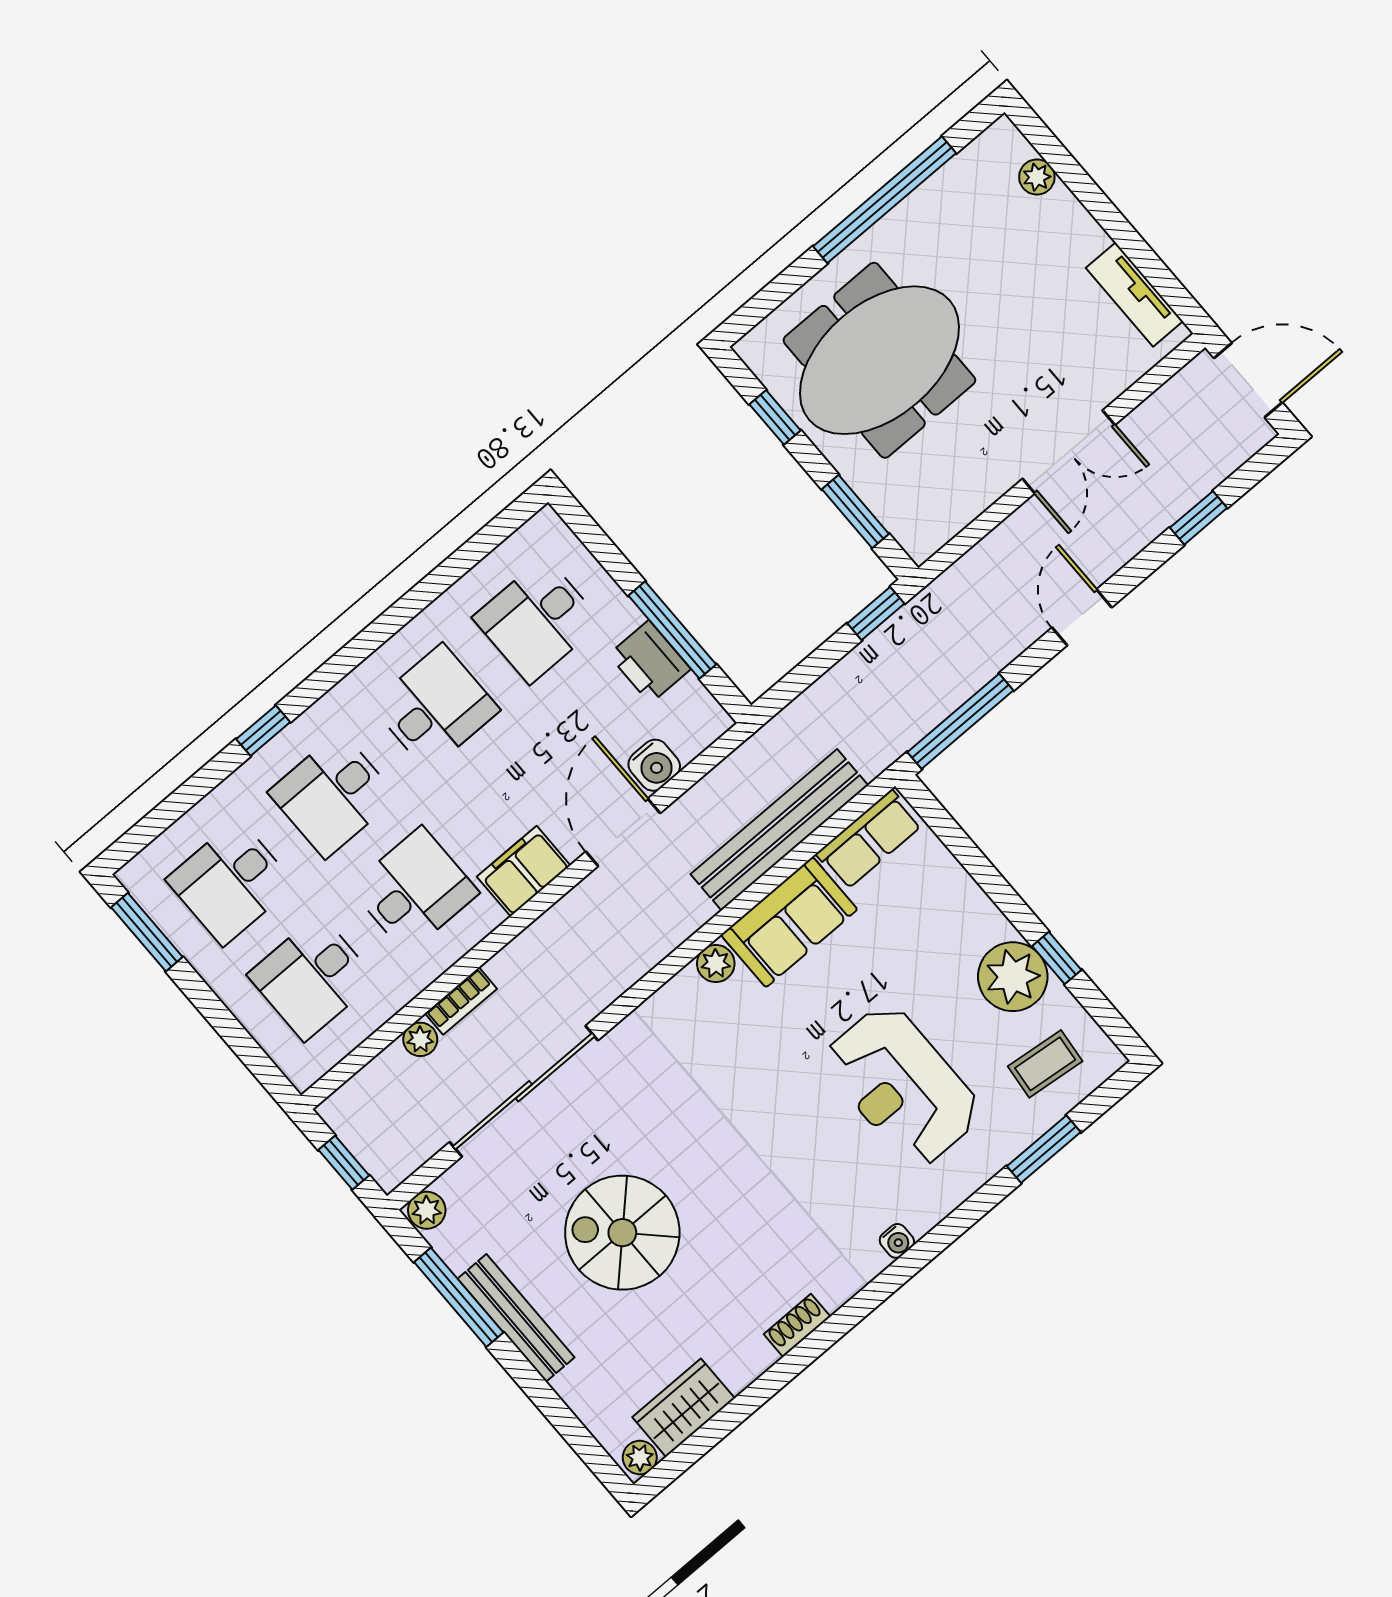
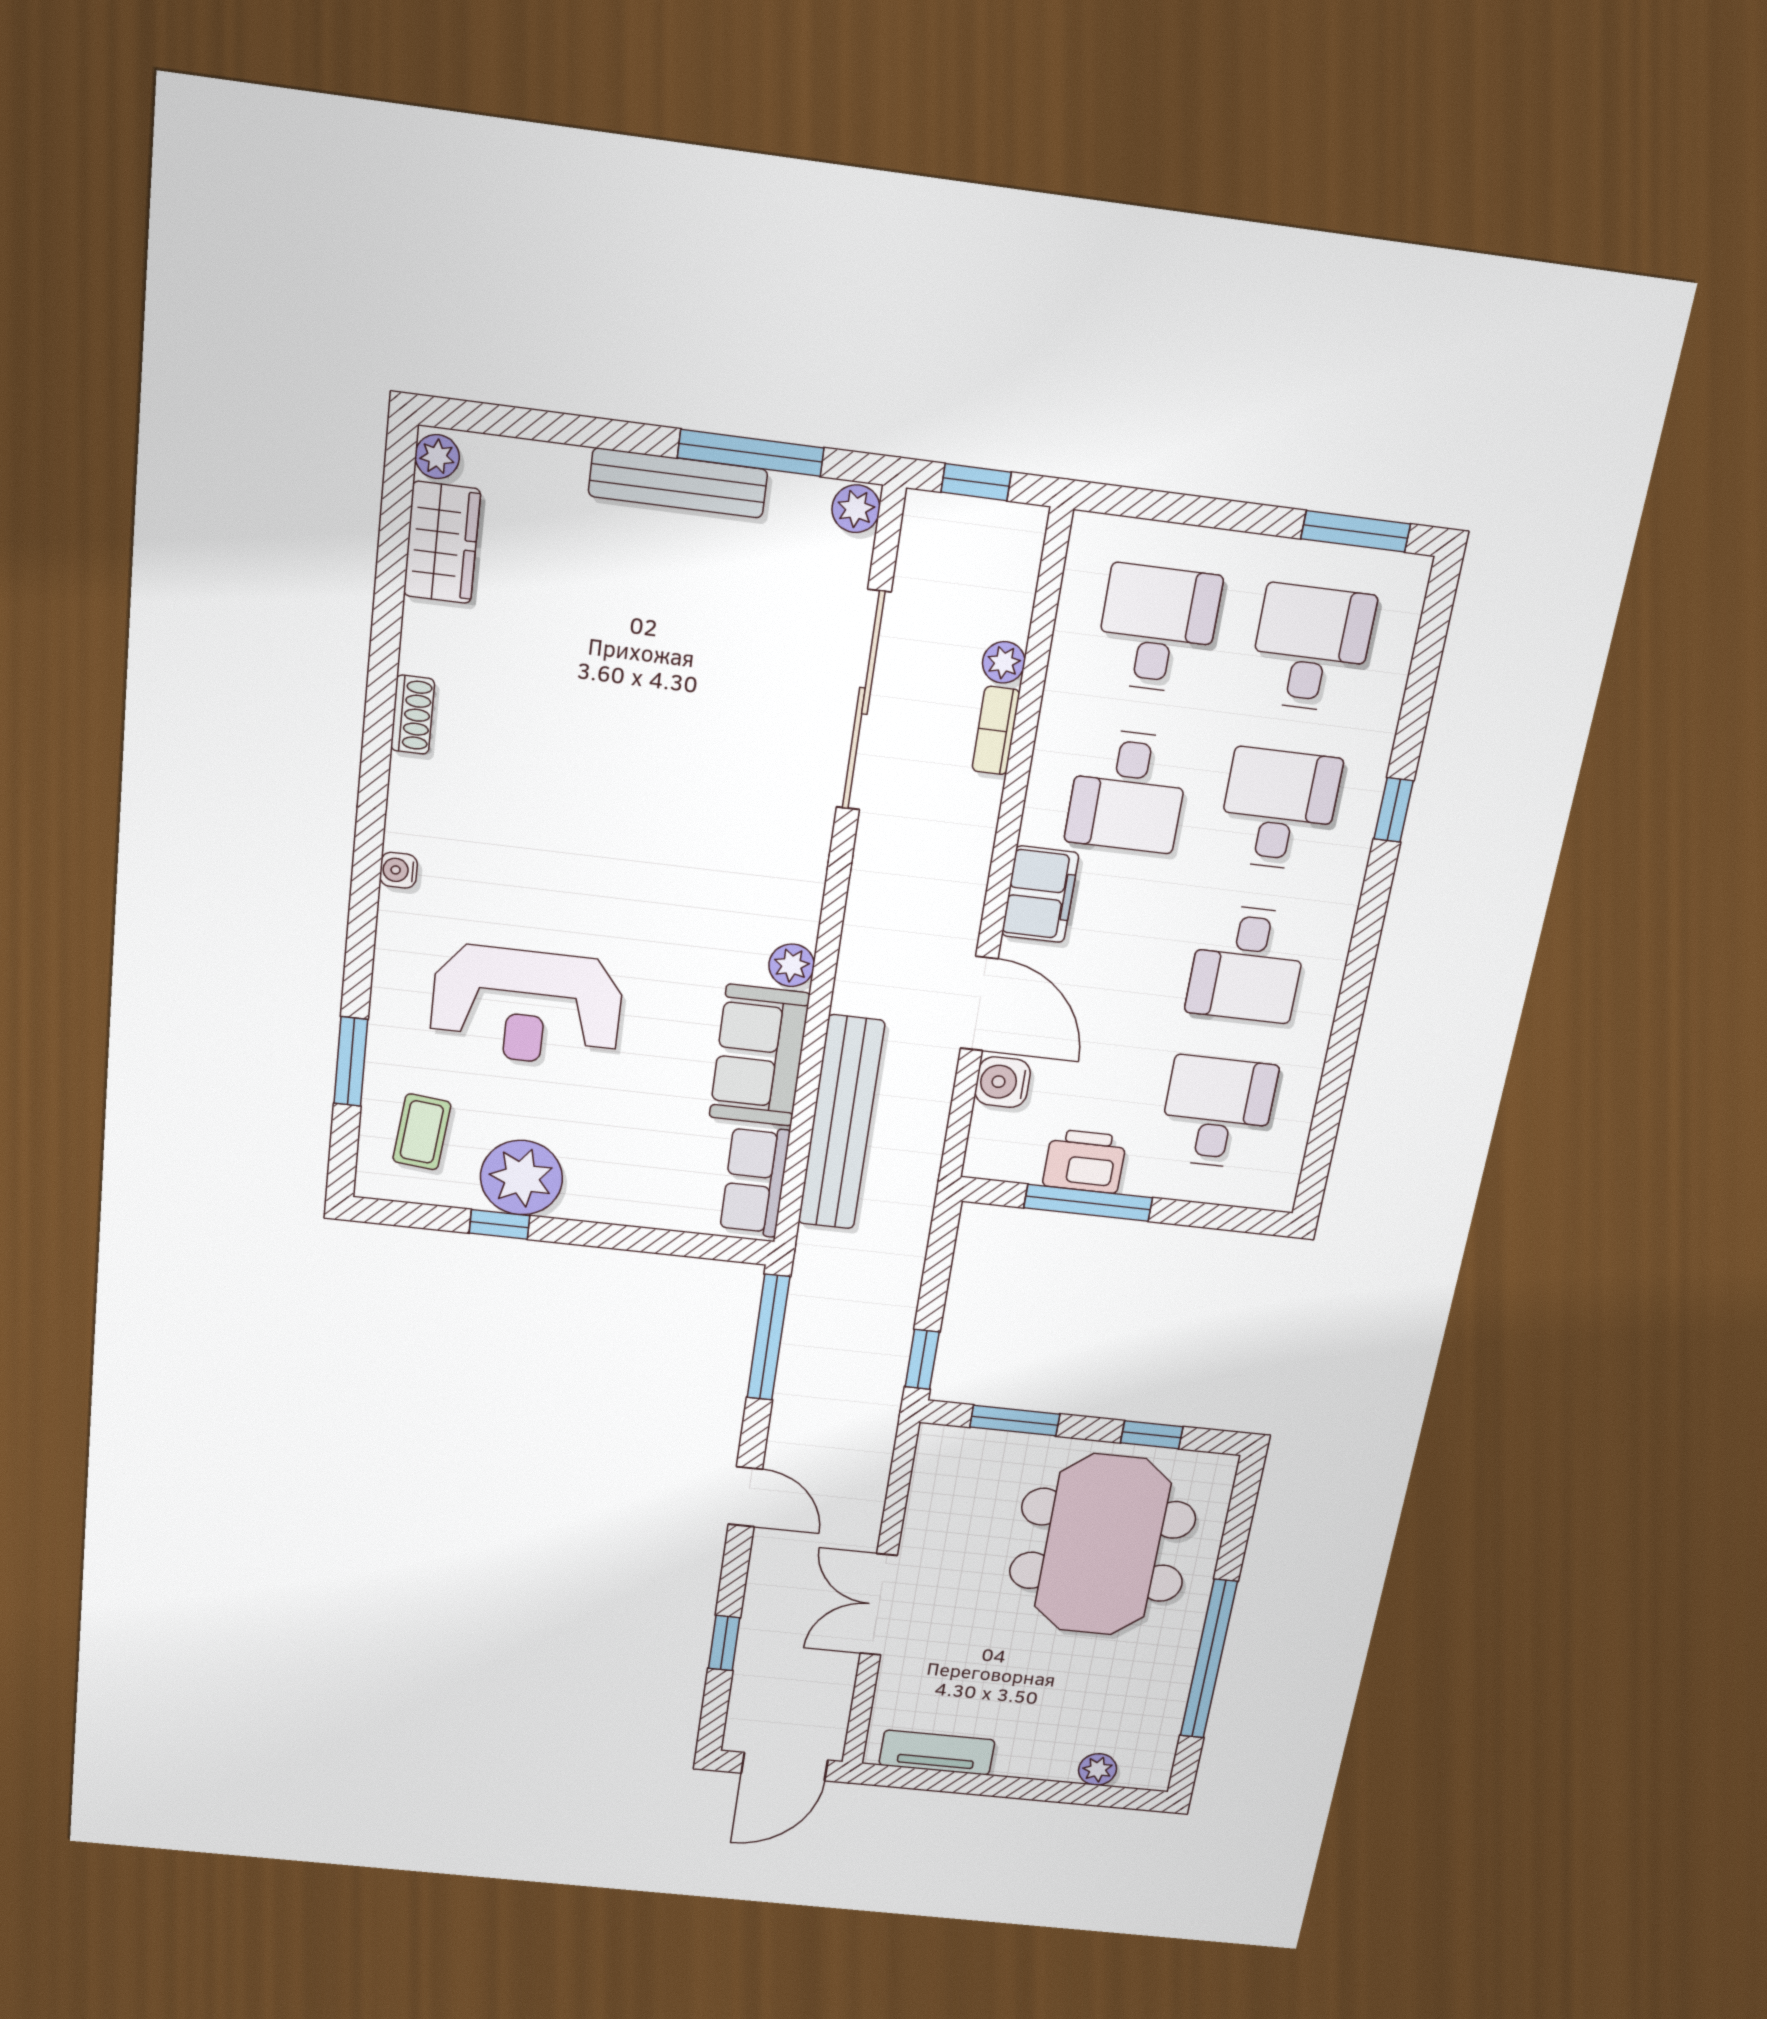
reception desk: (902, 1086) -> (526, 1006), turned 180
spiral stairs: (622, 1233) -> (653, 654), removed

